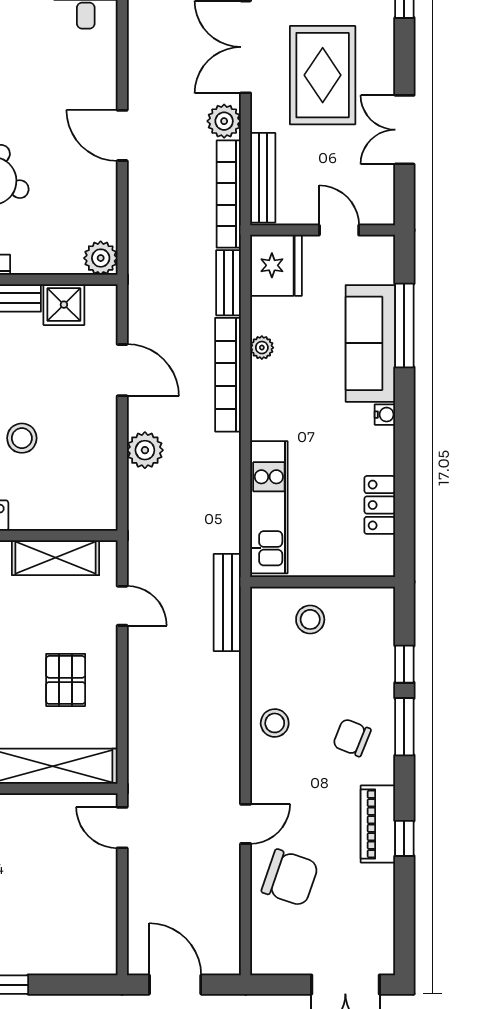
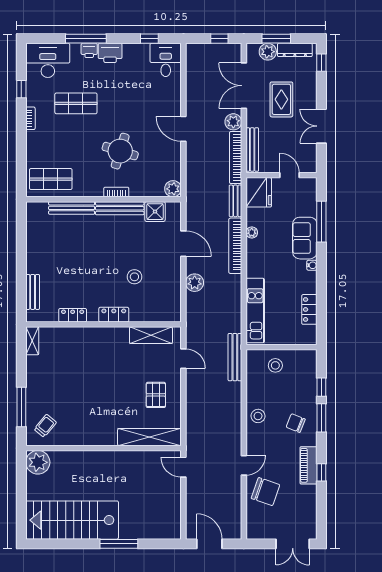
rug: (323, 75) -> (281, 99), width x0.73, depth x0.70
sofa: (370, 343) -> (305, 238), width x0.73

